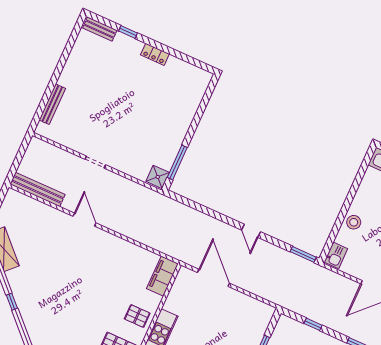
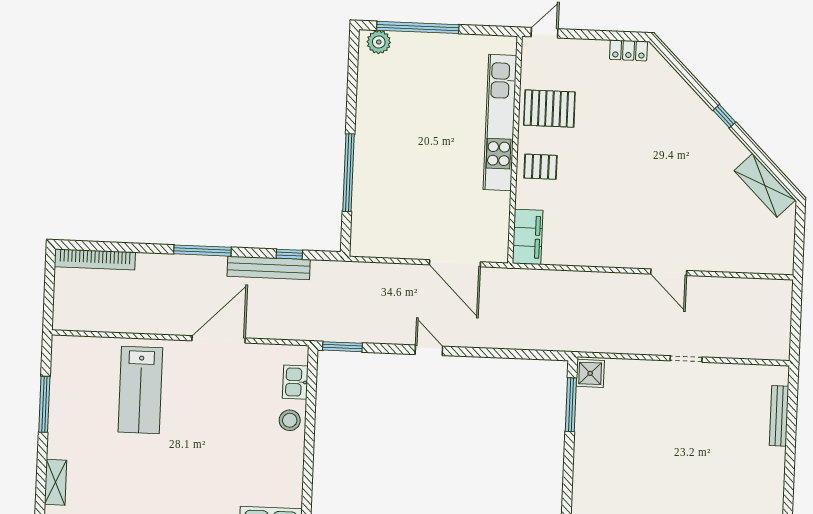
bench: (38, 189) -> (269, 268), moved
kitchen sink: (336, 255) -> (295, 382), moved

